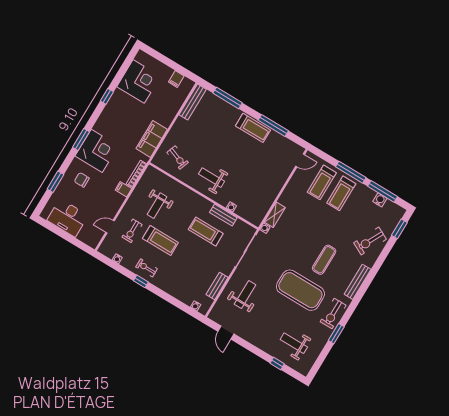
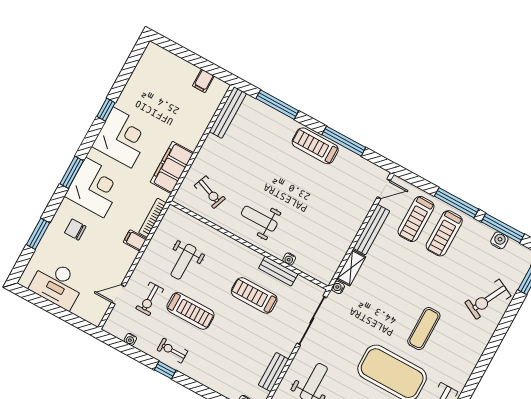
corner desk: (139, 81) -> (122, 138), moved
treadmill: (253, 128) -> (315, 146), turned 180
bench: (358, 282) -> (372, 230), moved

